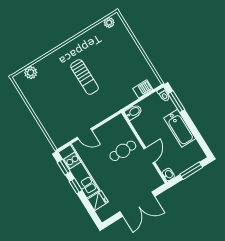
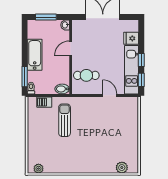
sun lounger: (85, 77) -> (65, 120), moved
cafe table: (123, 151) -> (86, 75), moved

